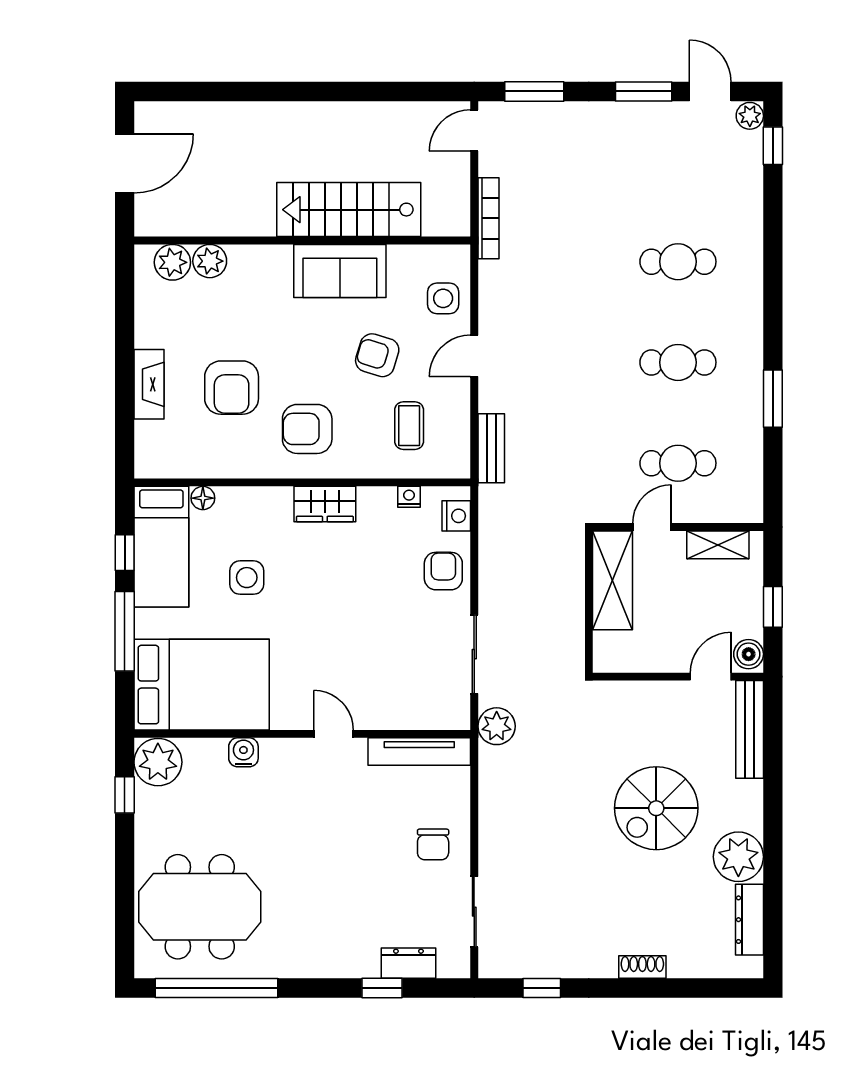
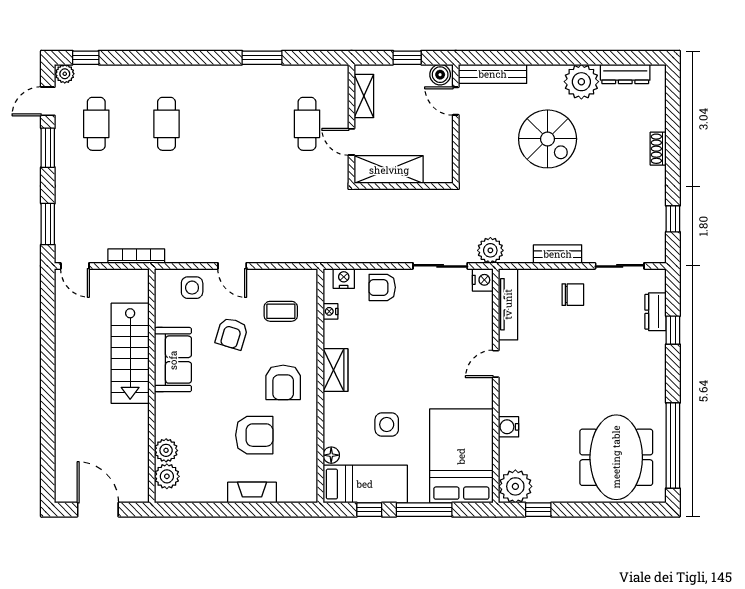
cafe table: (678, 362) -> (96, 124), moved
bench: (491, 448) -> (558, 254), moved
nightstand: (454, 715) -> (483, 280), added

